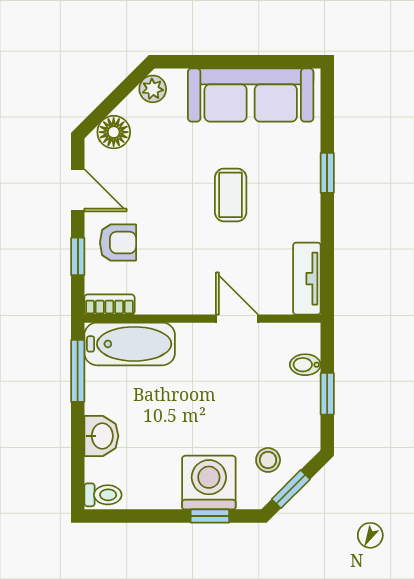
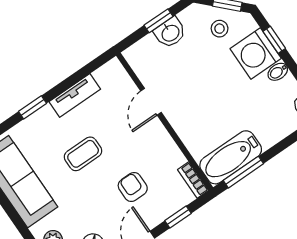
armchair: (118, 243) -> (133, 187), moved
tv unit: (307, 279) -> (75, 95), moved
bathtub: (130, 344) -> (231, 157), moved, turned -90
bidet: (305, 365) -> (278, 72), moved, turned 90
washbasin: (101, 436) -> (170, 33), moved, turned 180

